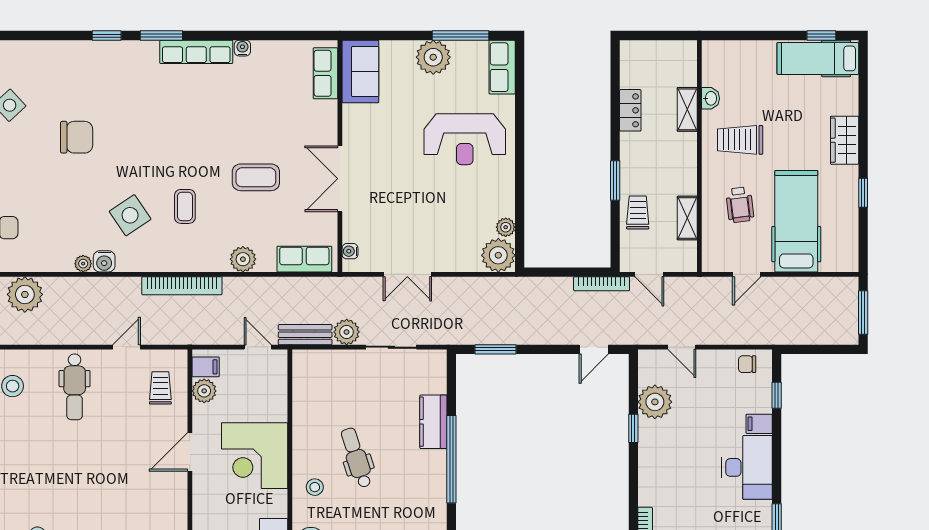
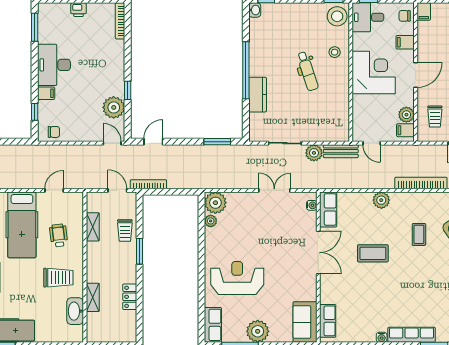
washbasin: (710, 98) -> (75, 311), width x1.91, depth x1.45
row of seats: (304, 259) -> (328, 209), moved, turned -90
door: (682, 347) -> (112, 143), moved
filing cabinet: (206, 502) -> (405, 42), added

